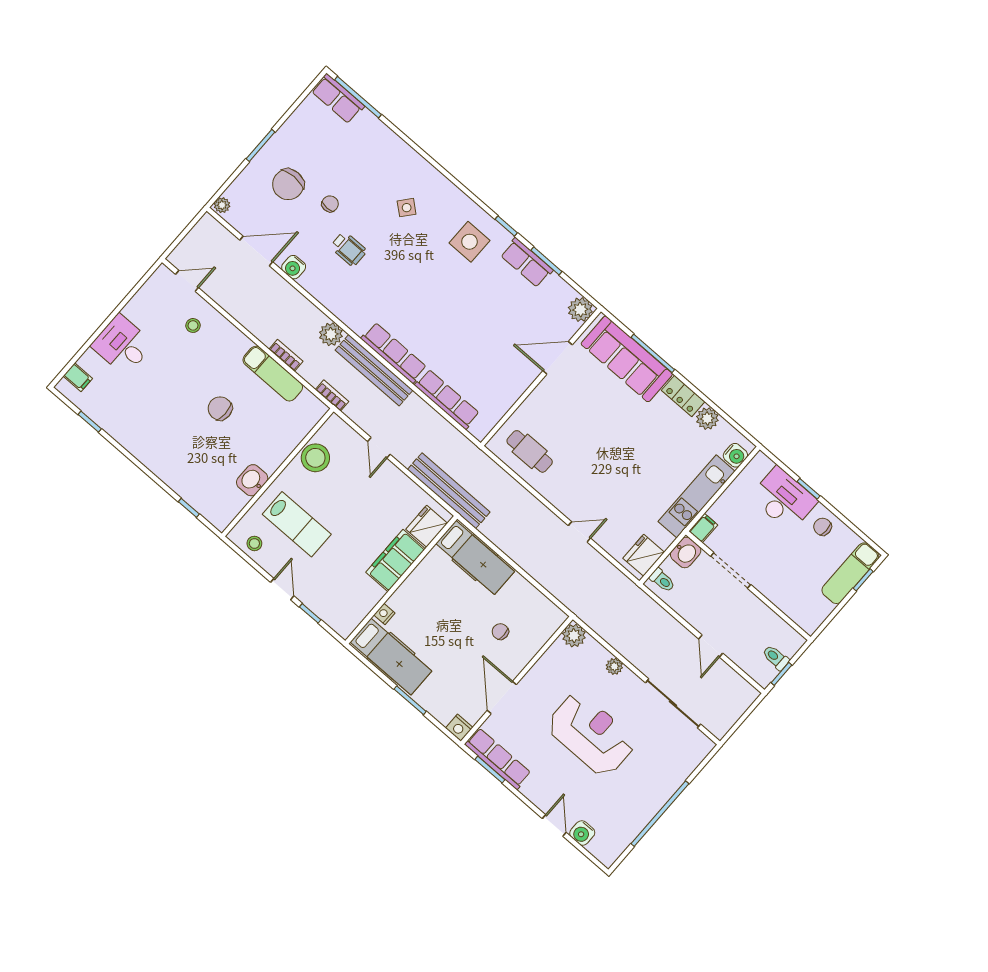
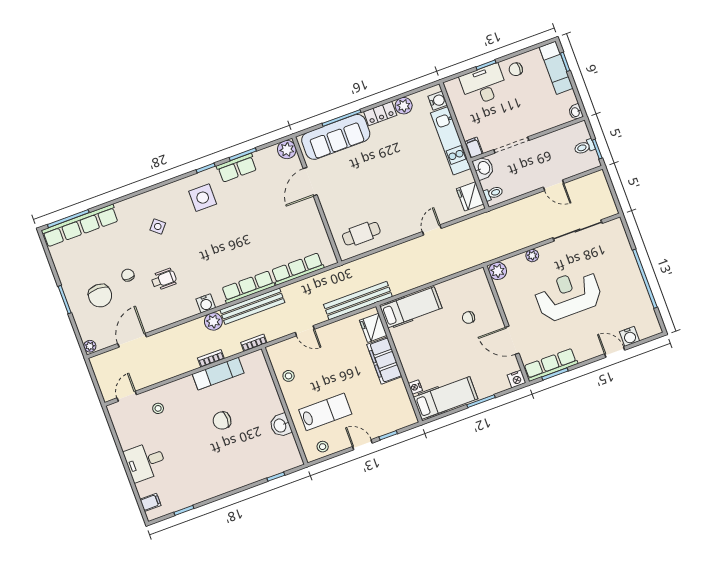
row of seats: (338, 99) -> (80, 226), width x2.02
water cooler: (294, 267) -> (206, 303), moved
stool: (315, 458) -> (289, 376), width x0.53, depth x0.53
washbasin: (811, 625) -> (576, 112), added

